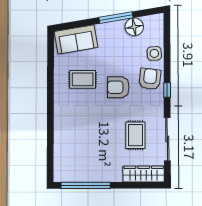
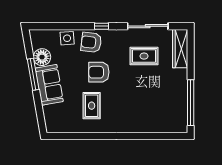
sofa: (76, 39) -> (49, 85), moved
armchair: (118, 87) -> (99, 72), turned 90

